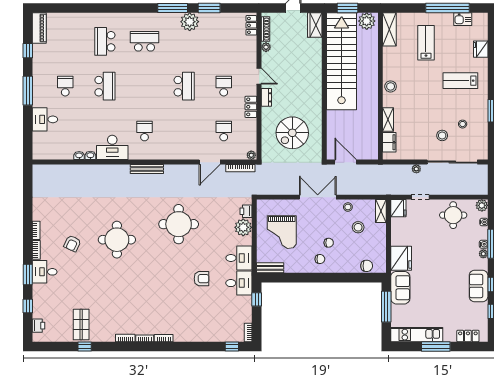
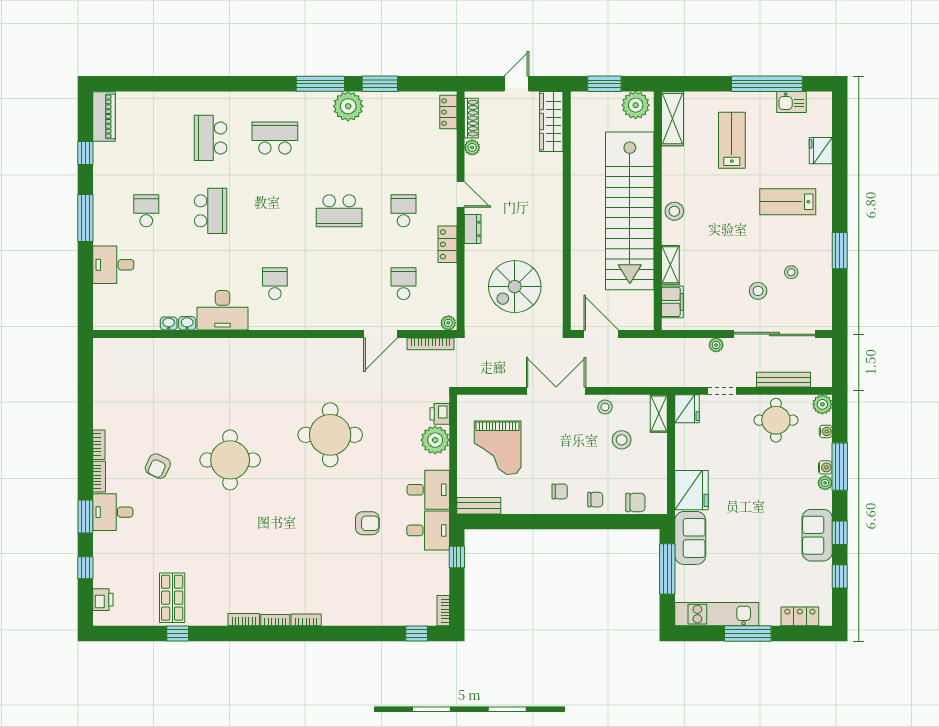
wardrobe: (315, 25) -> (551, 122), width x1.50
stairs: (342, 61) -> (630, 211), moved, turned 180
school desk: (184, 86) -> (339, 211), turned 90
bench: (147, 169) -> (784, 380), moved
chair: (329, 243) -> (595, 500), moved

